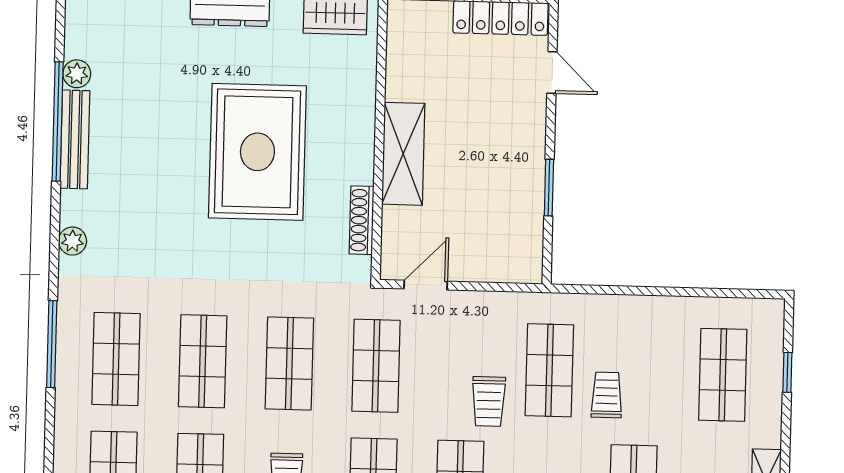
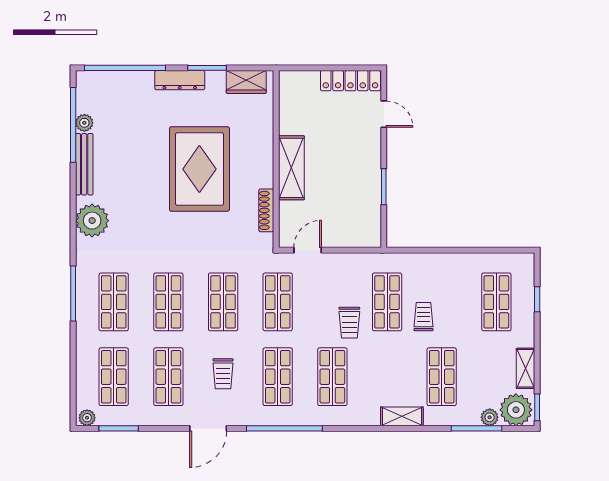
window: (58, 122) -> (73, 125), moved
plant: (72, 241) -> (92, 221), width x1.87, depth x1.87

